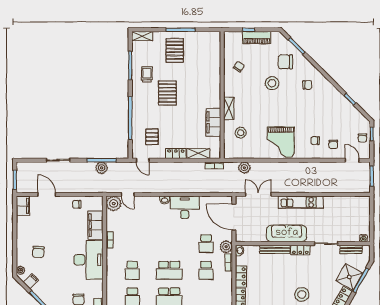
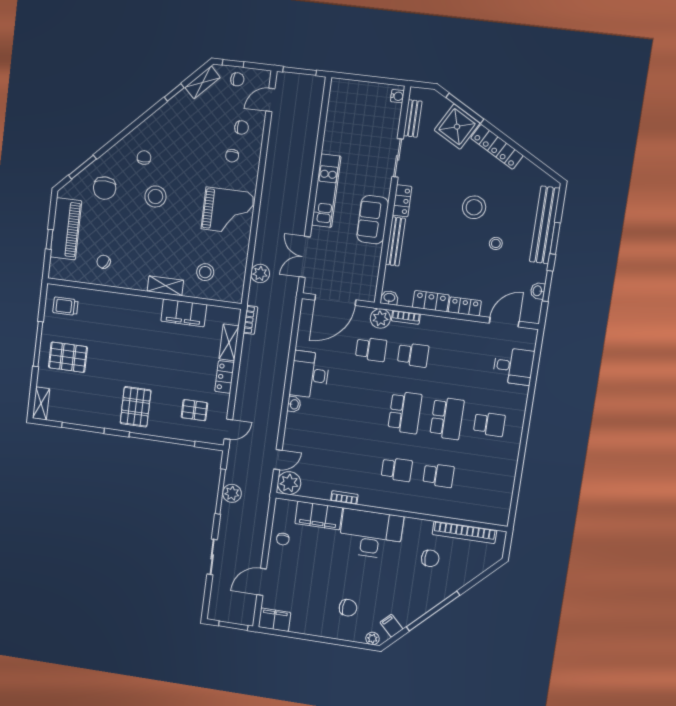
piano: (257, 38) -> (66, 229), width x1.37, depth x1.33
trolley: (147, 74) -> (65, 306), moved
stool: (272, 83) -> (155, 196), moved
pallet: (167, 93) -> (136, 407), moved, turned 90
shelving: (358, 116) -> (203, 82), added
sofa: (287, 233) -> (373, 220), width x0.73

